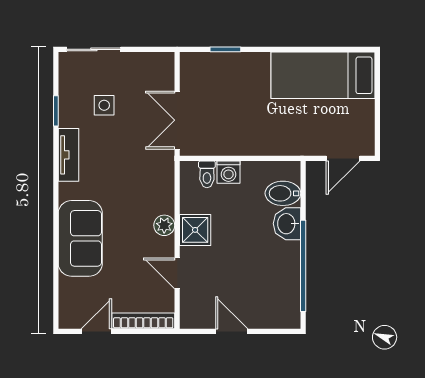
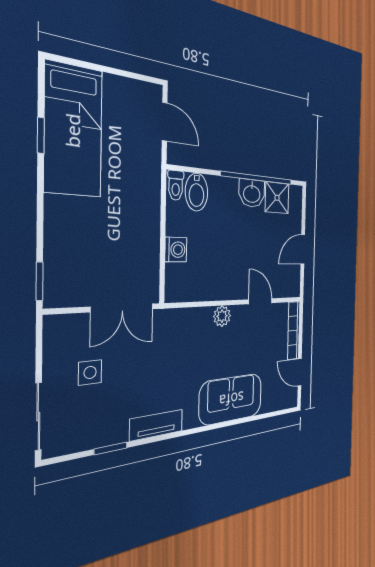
window: (225, 49) -> (40, 281), moved
window: (315, 49) -> (41, 135), added
side table: (104, 105) -> (90, 372), moved
toilet: (207, 174) -> (176, 185), moved, turned 90
washbasin: (287, 224) -> (252, 193), moved
shower: (195, 230) -> (277, 198), moved
door: (177, 273) -> (260, 301), swing flipped

